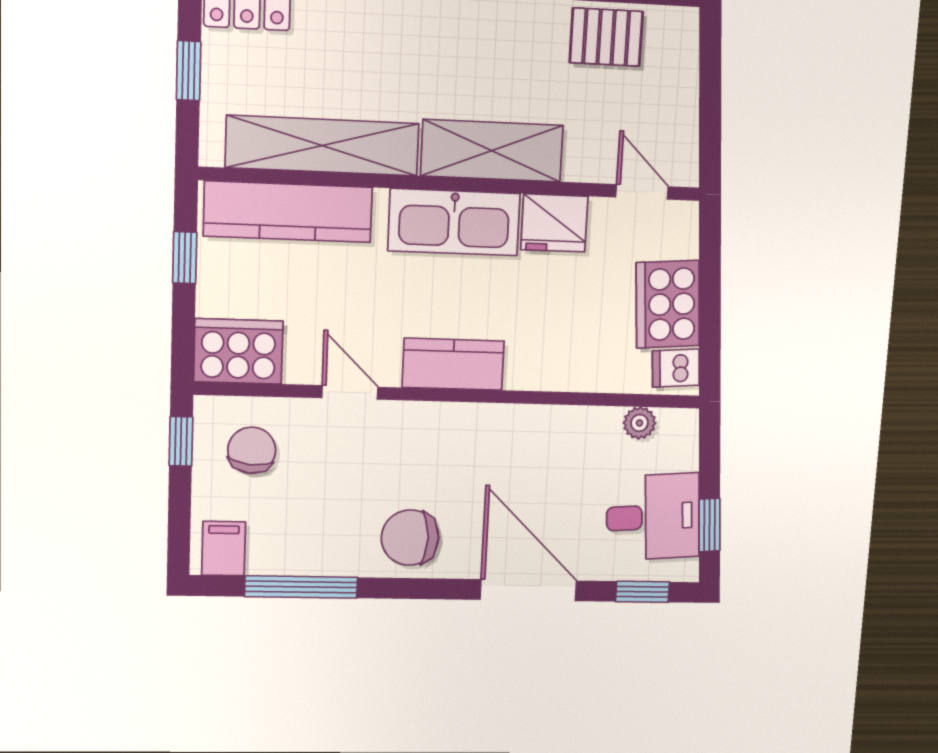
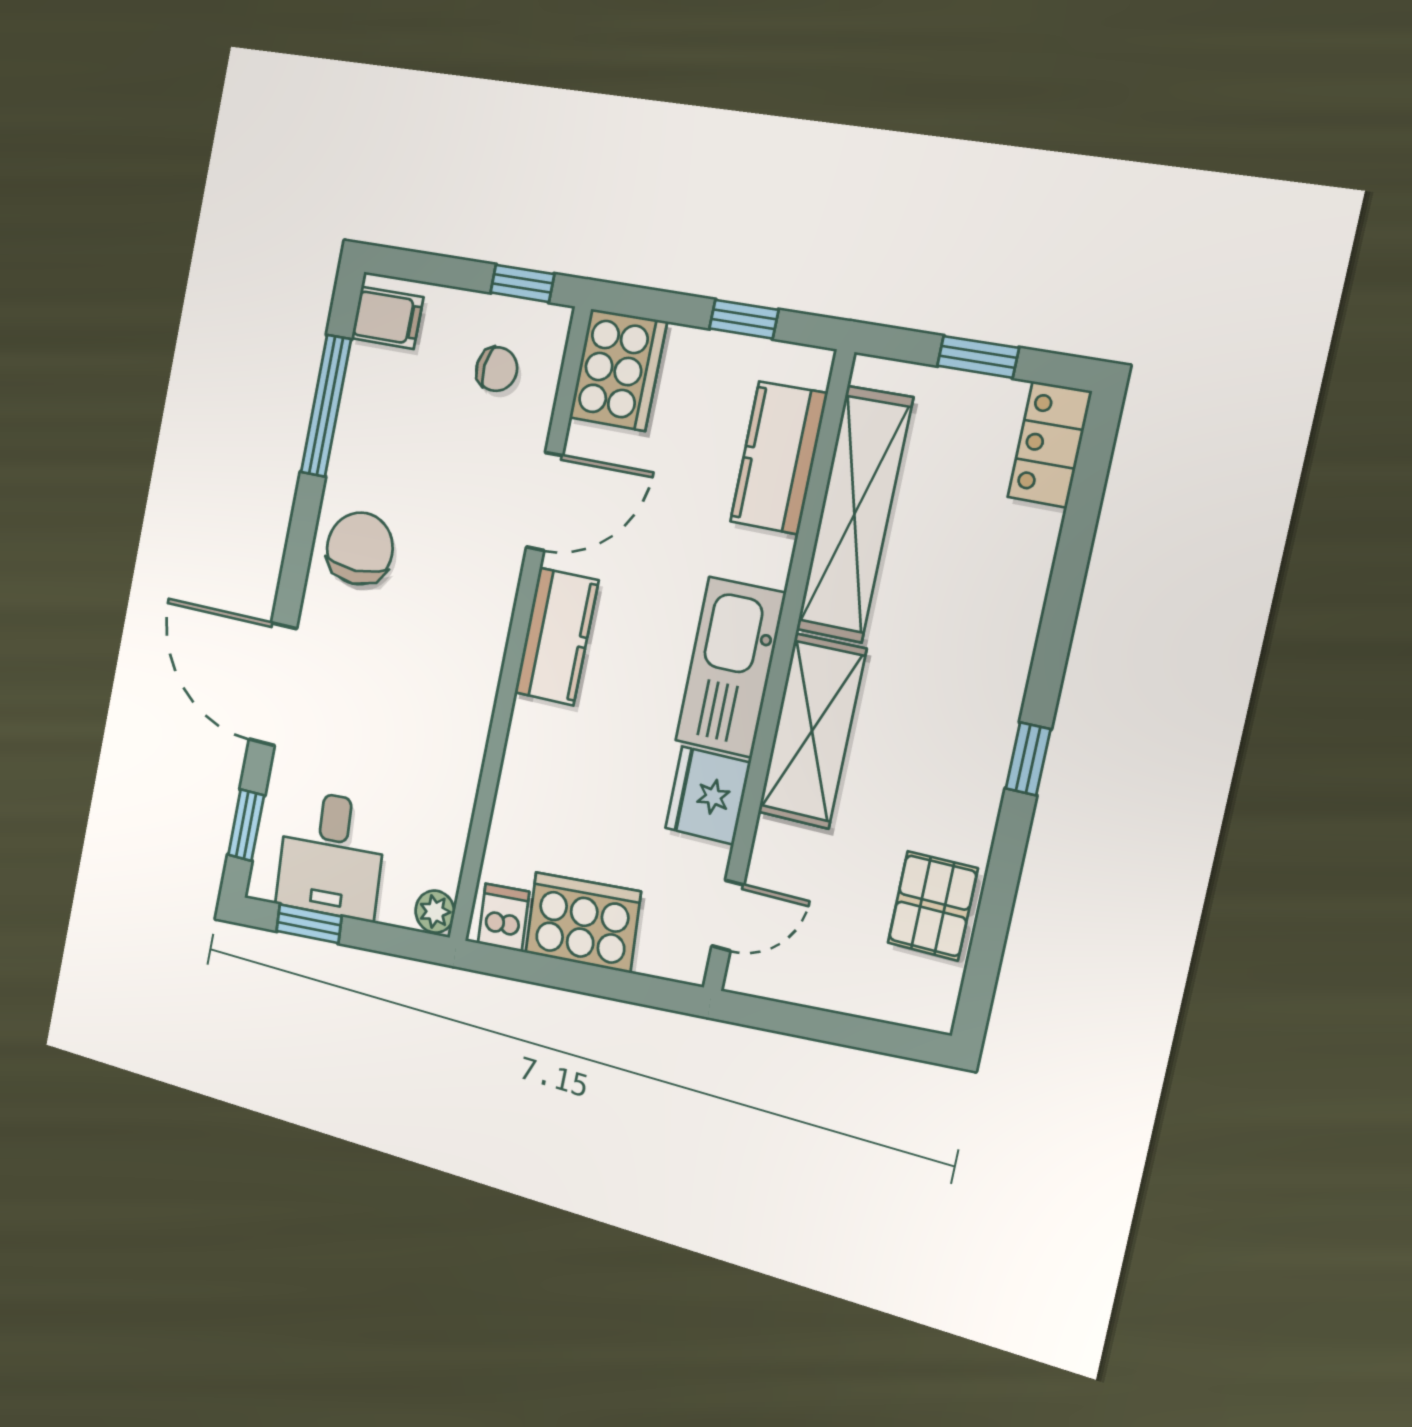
kitchen counter: (288, 212) -> (779, 458), width x0.67
door: (350, 392) -> (545, 501), width x1.38
plant: (639, 423) -> (435, 912), moved
chair: (252, 450) -> (497, 369), width x0.73, depth x0.73
door: (528, 590) -> (273, 684), swing flipped

